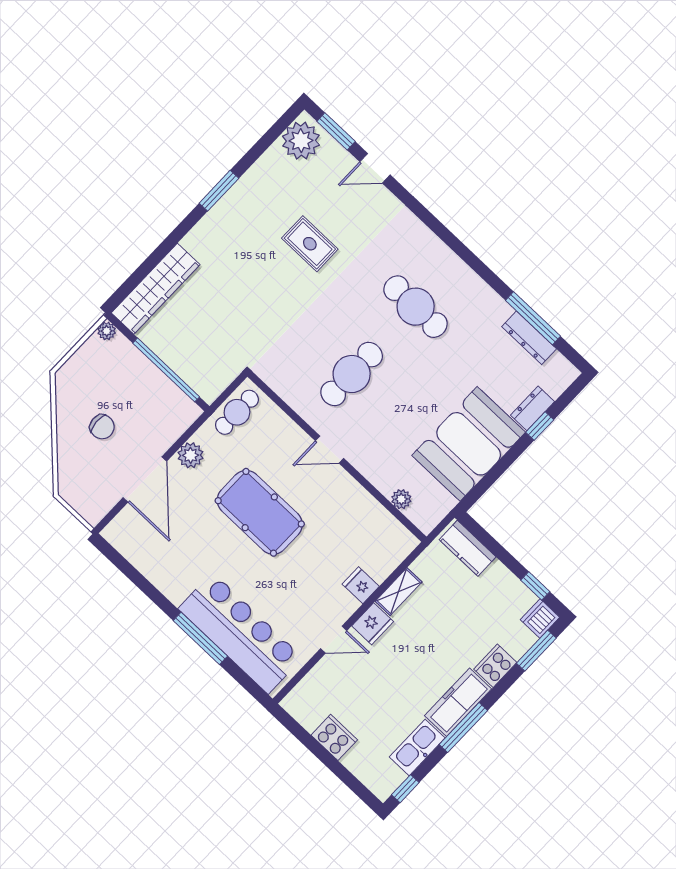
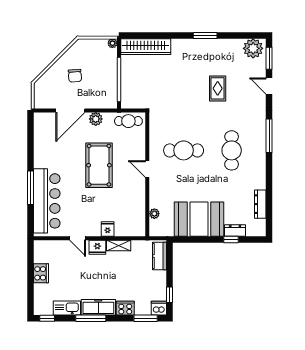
window: (533, 318) -> (269, 136), moved

